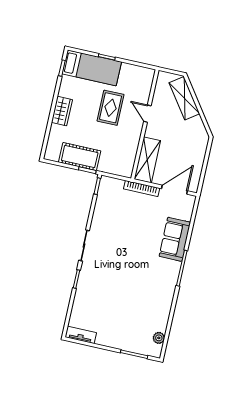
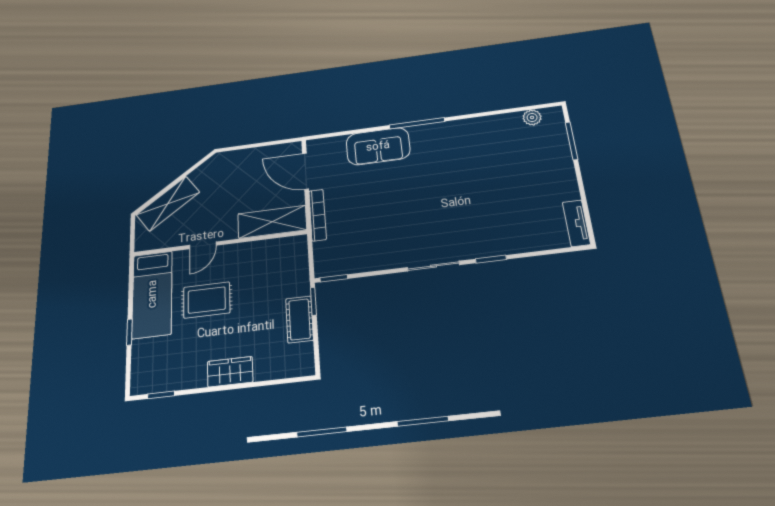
bed: (92, 68) -> (152, 294), moved, turned 180
cot: (80, 157) -> (300, 319), width x0.73, depth x0.75

